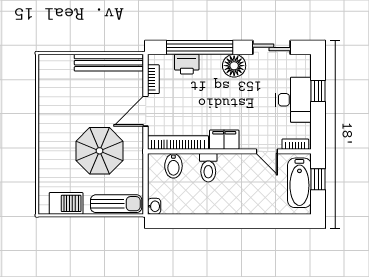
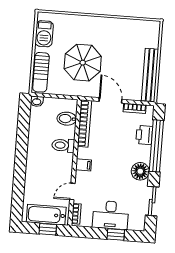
filing cabinet: (224, 140) -> (83, 165), width x0.50

